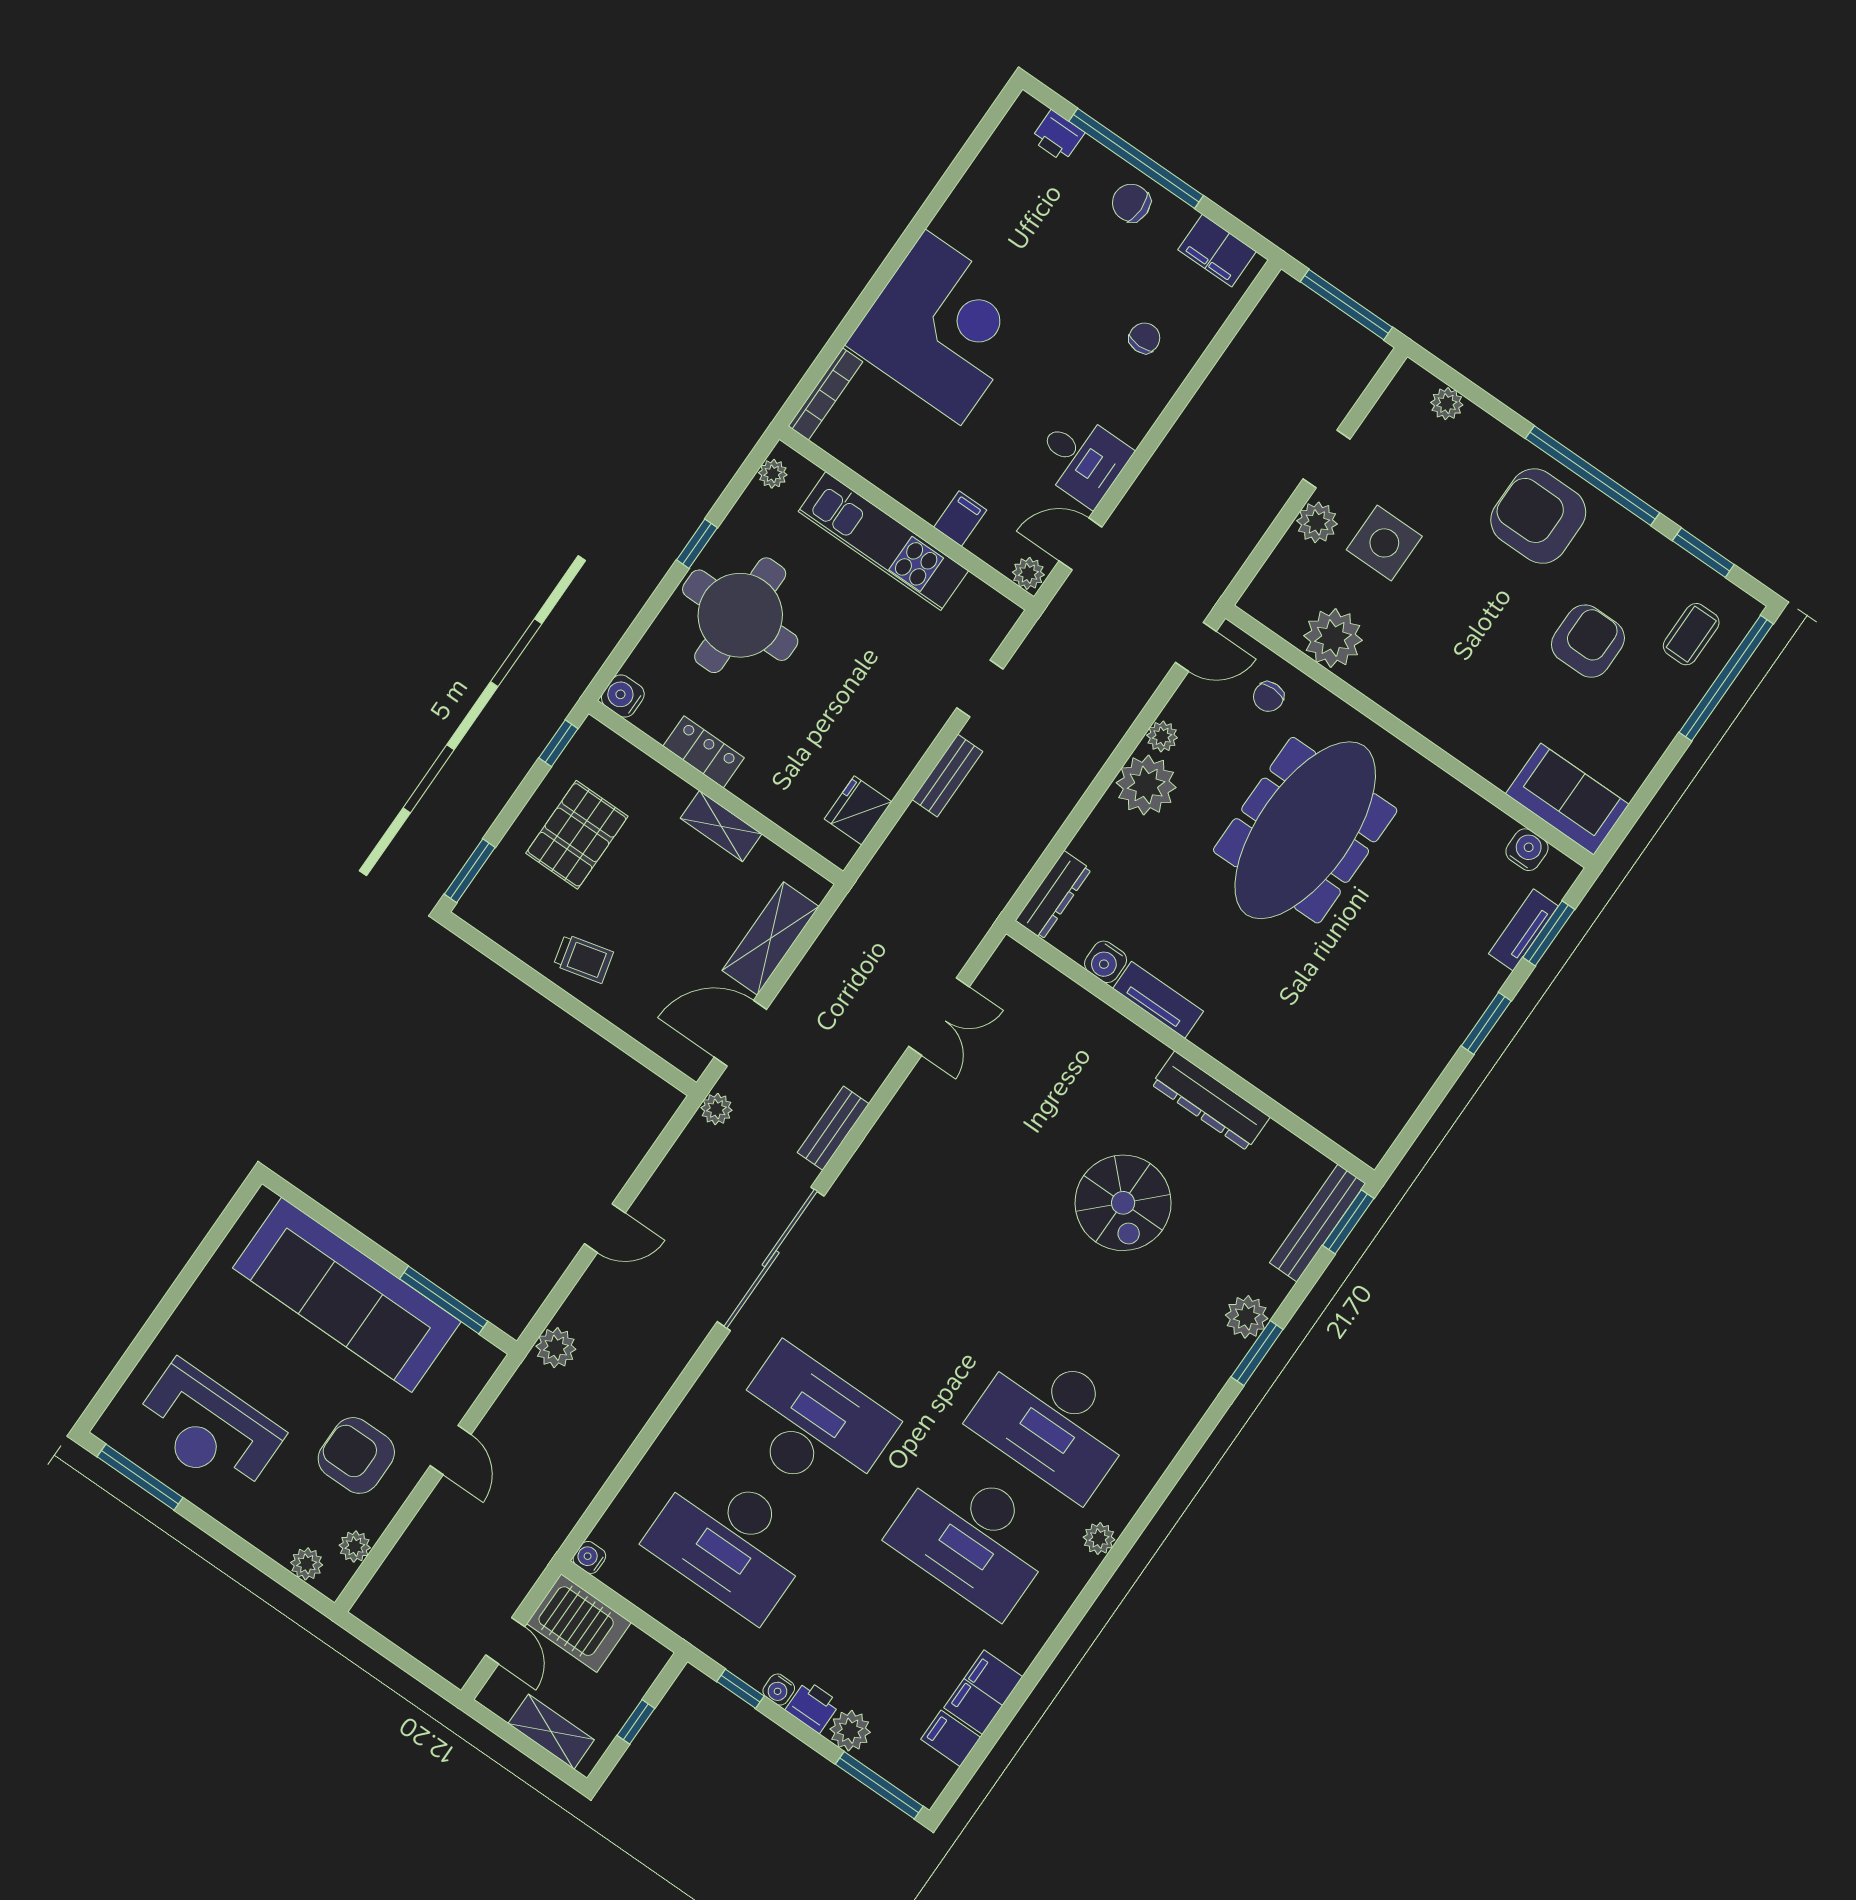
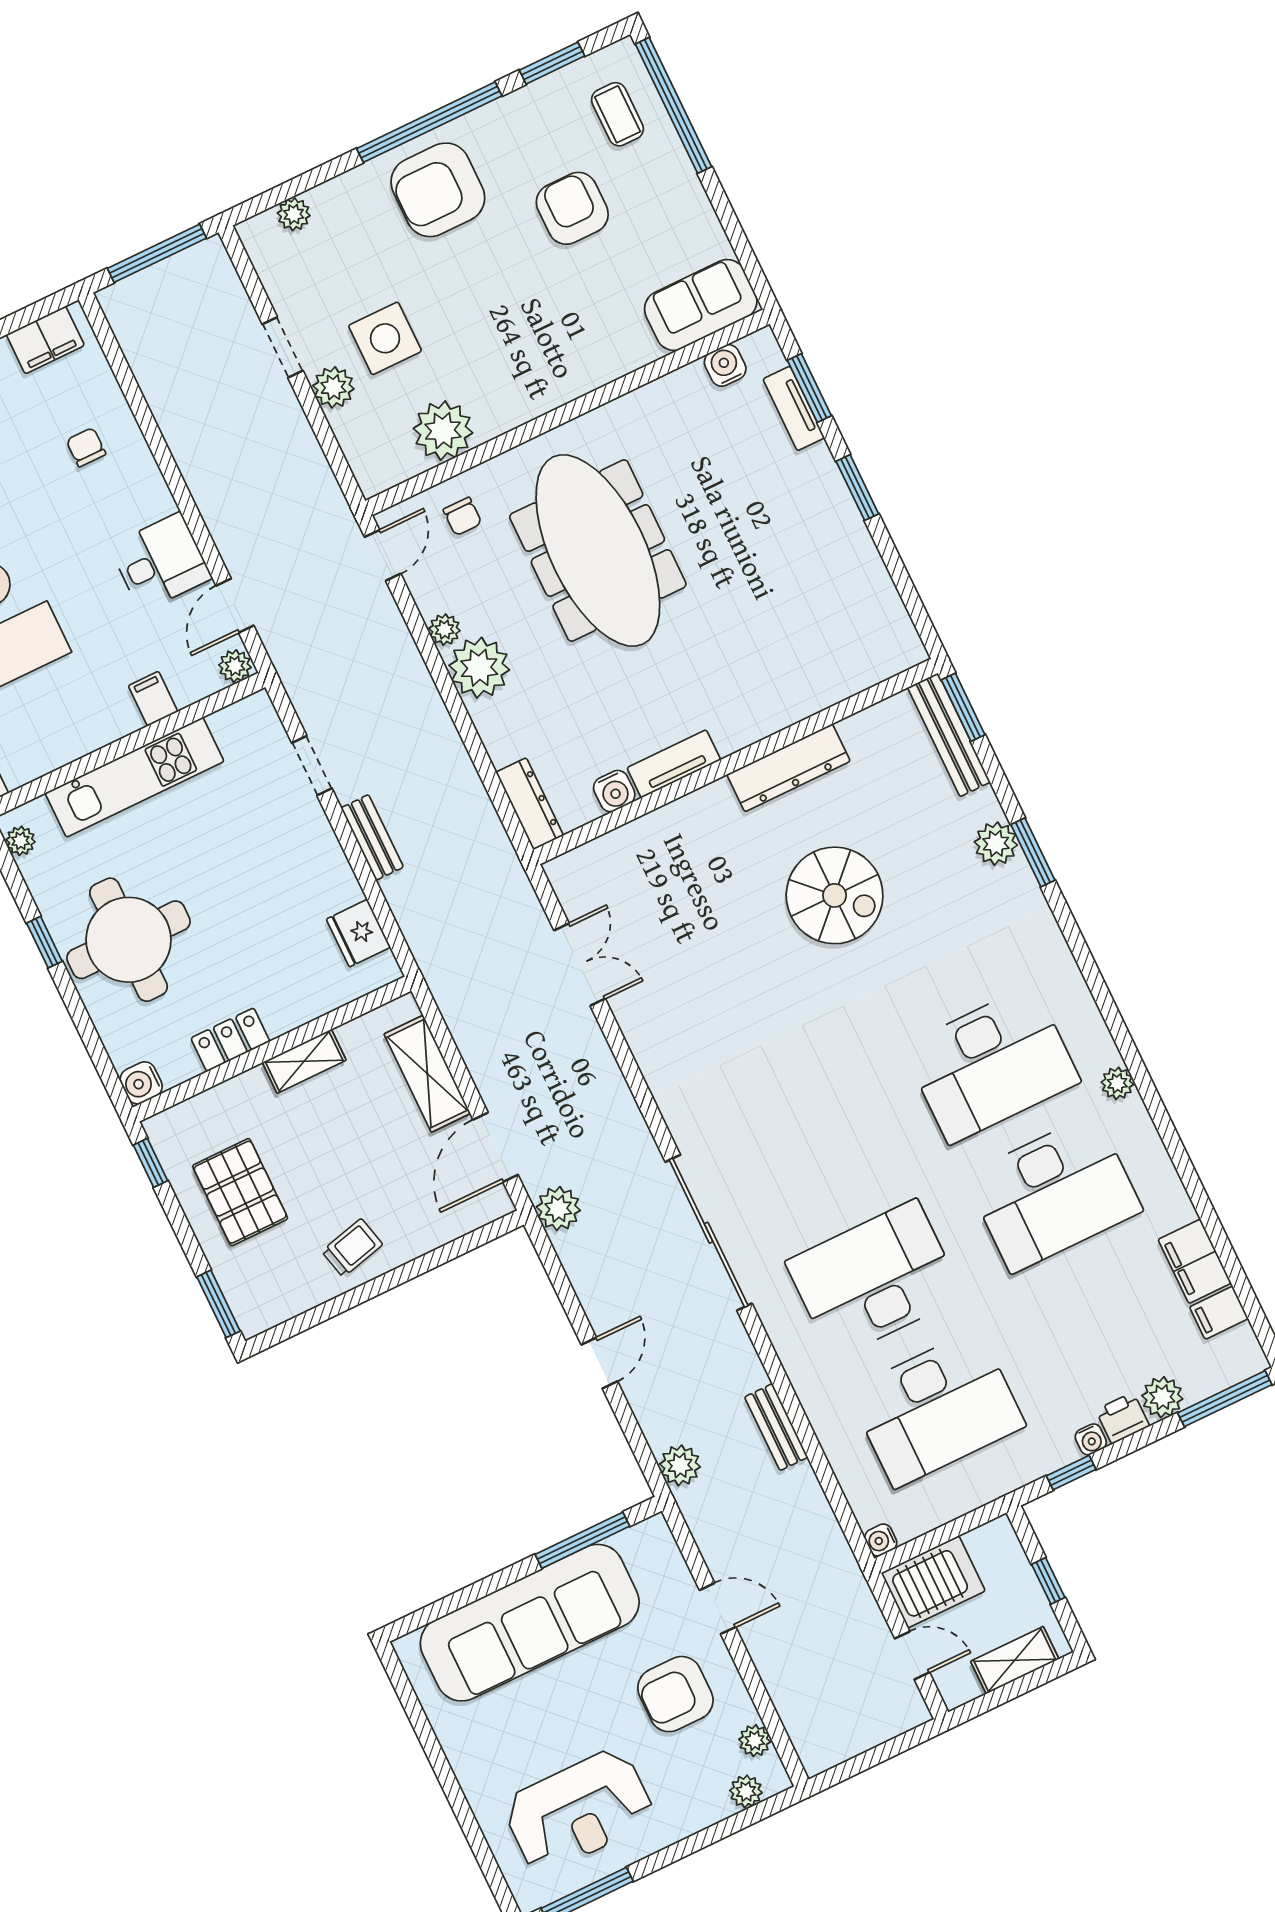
plant: (716, 1109) -> (558, 1209), width x1.38, depth x1.38
bench: (833, 1128) -> (776, 1427), moved

